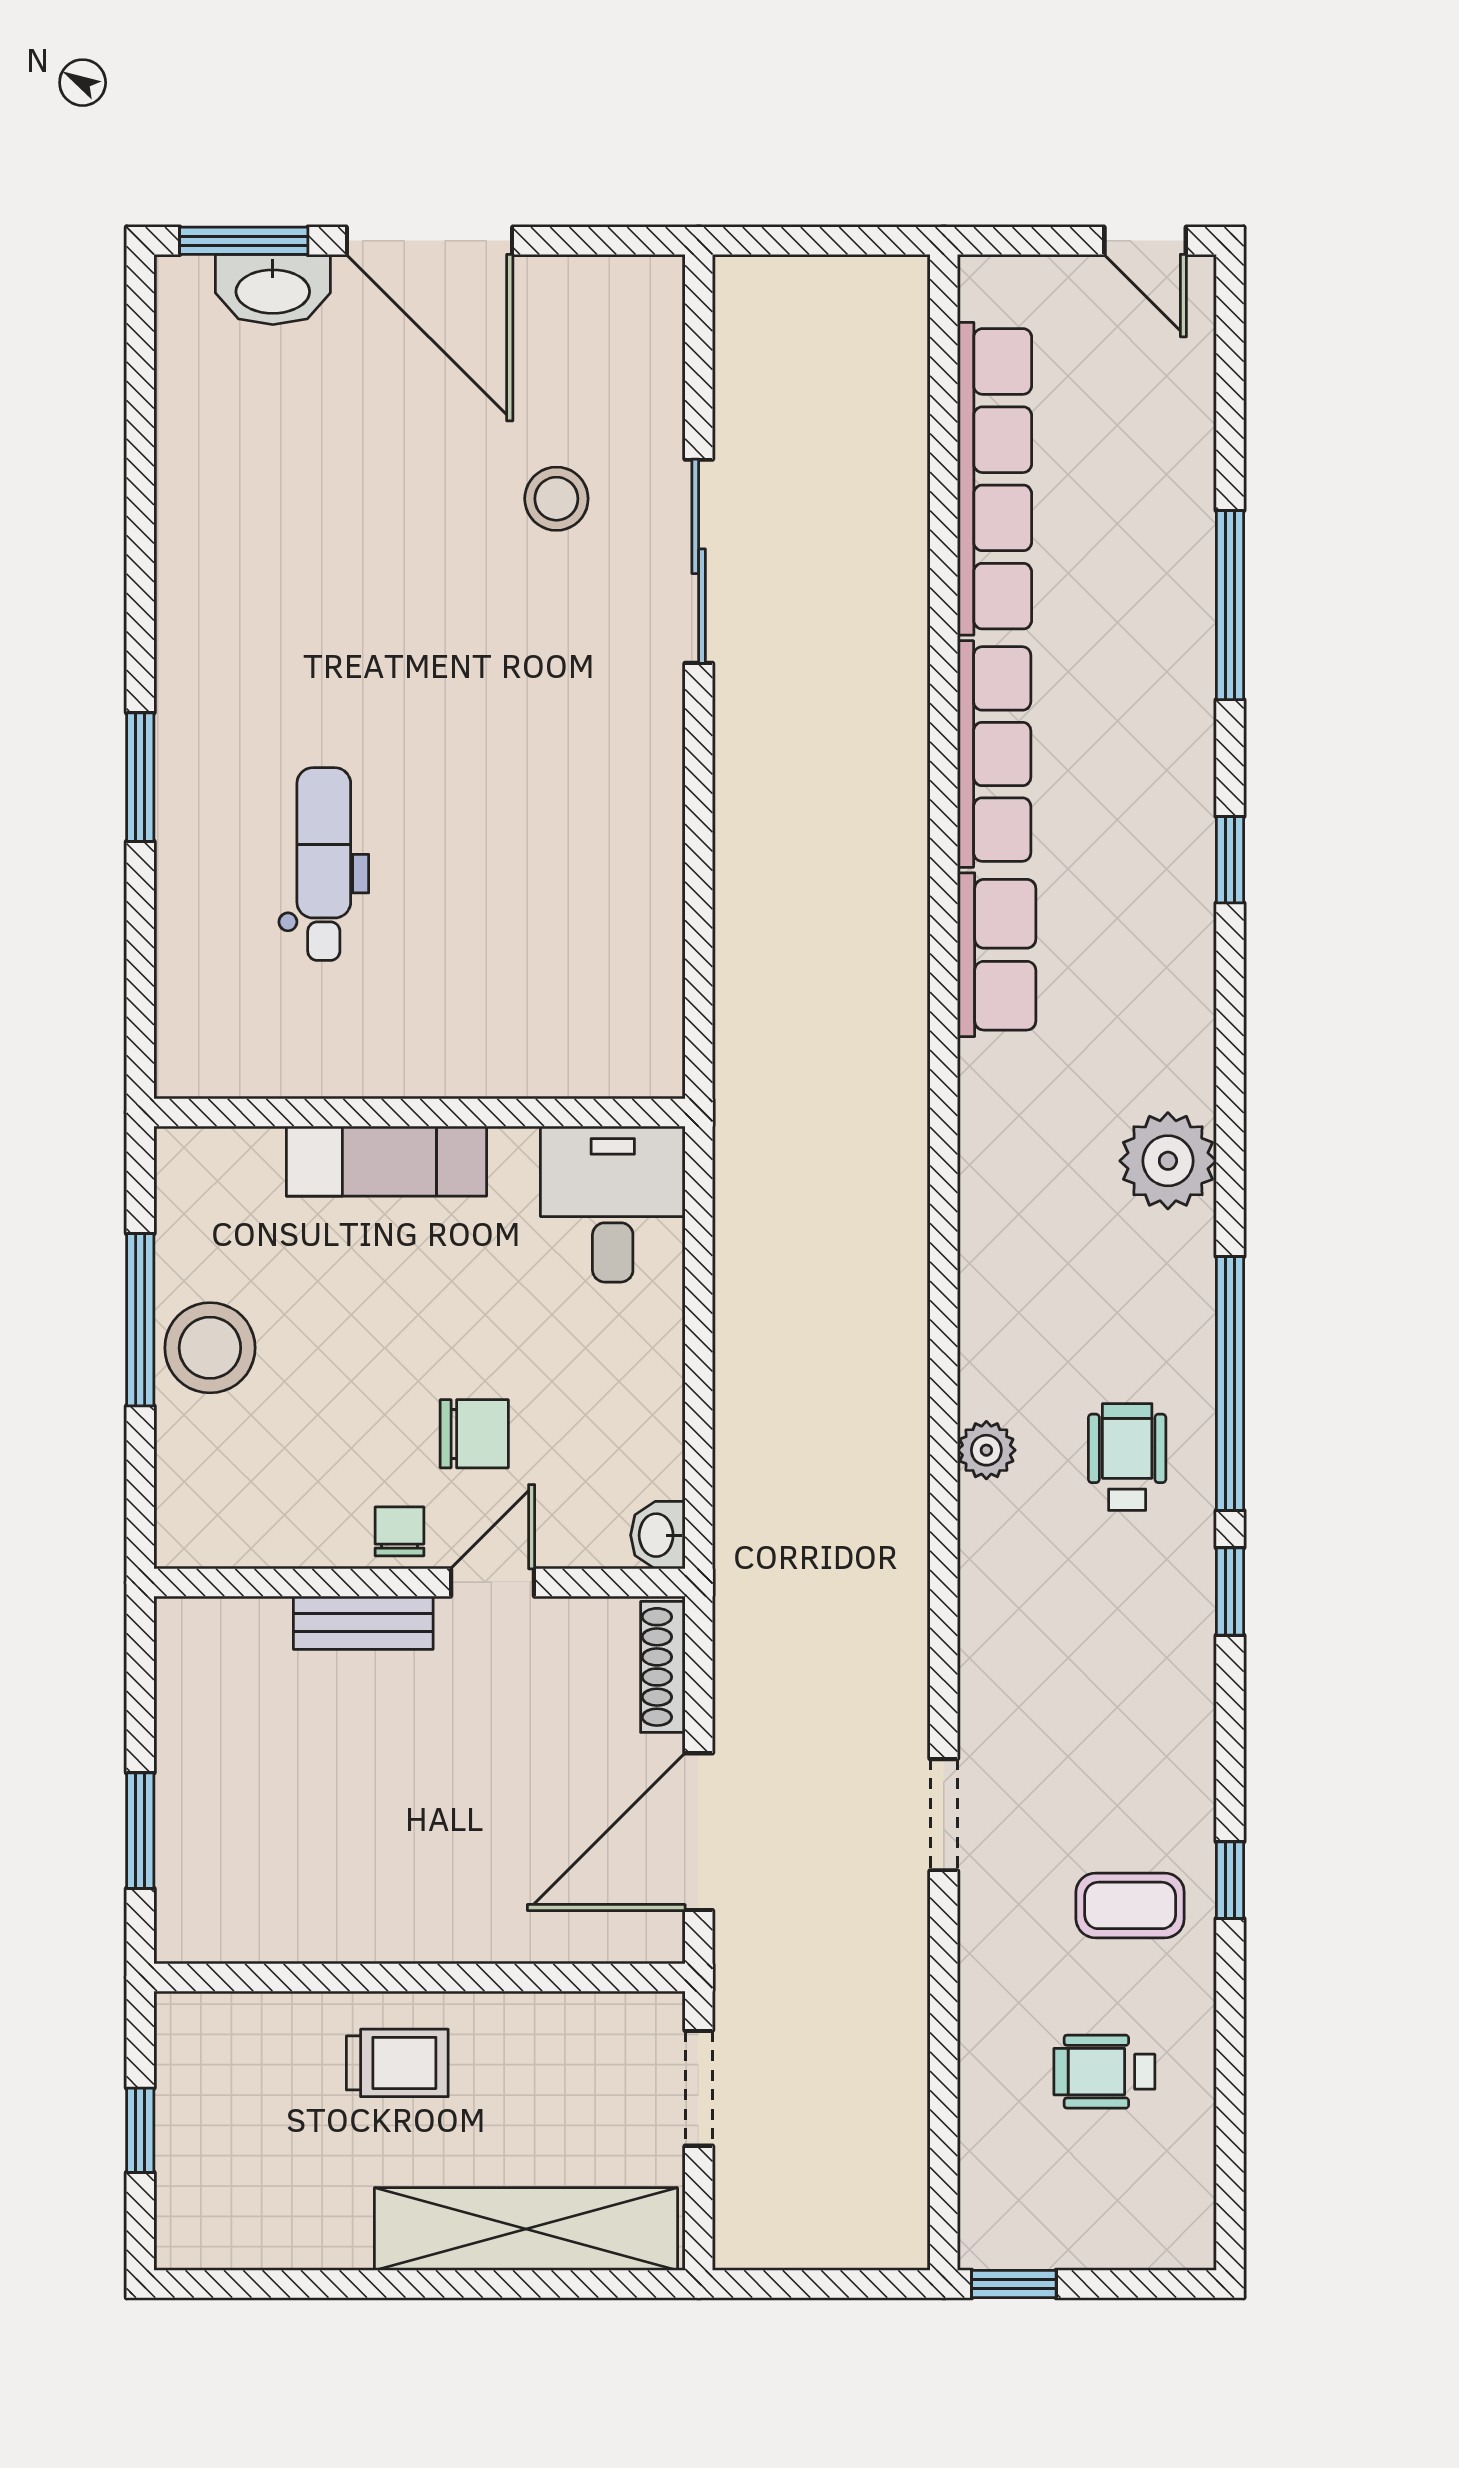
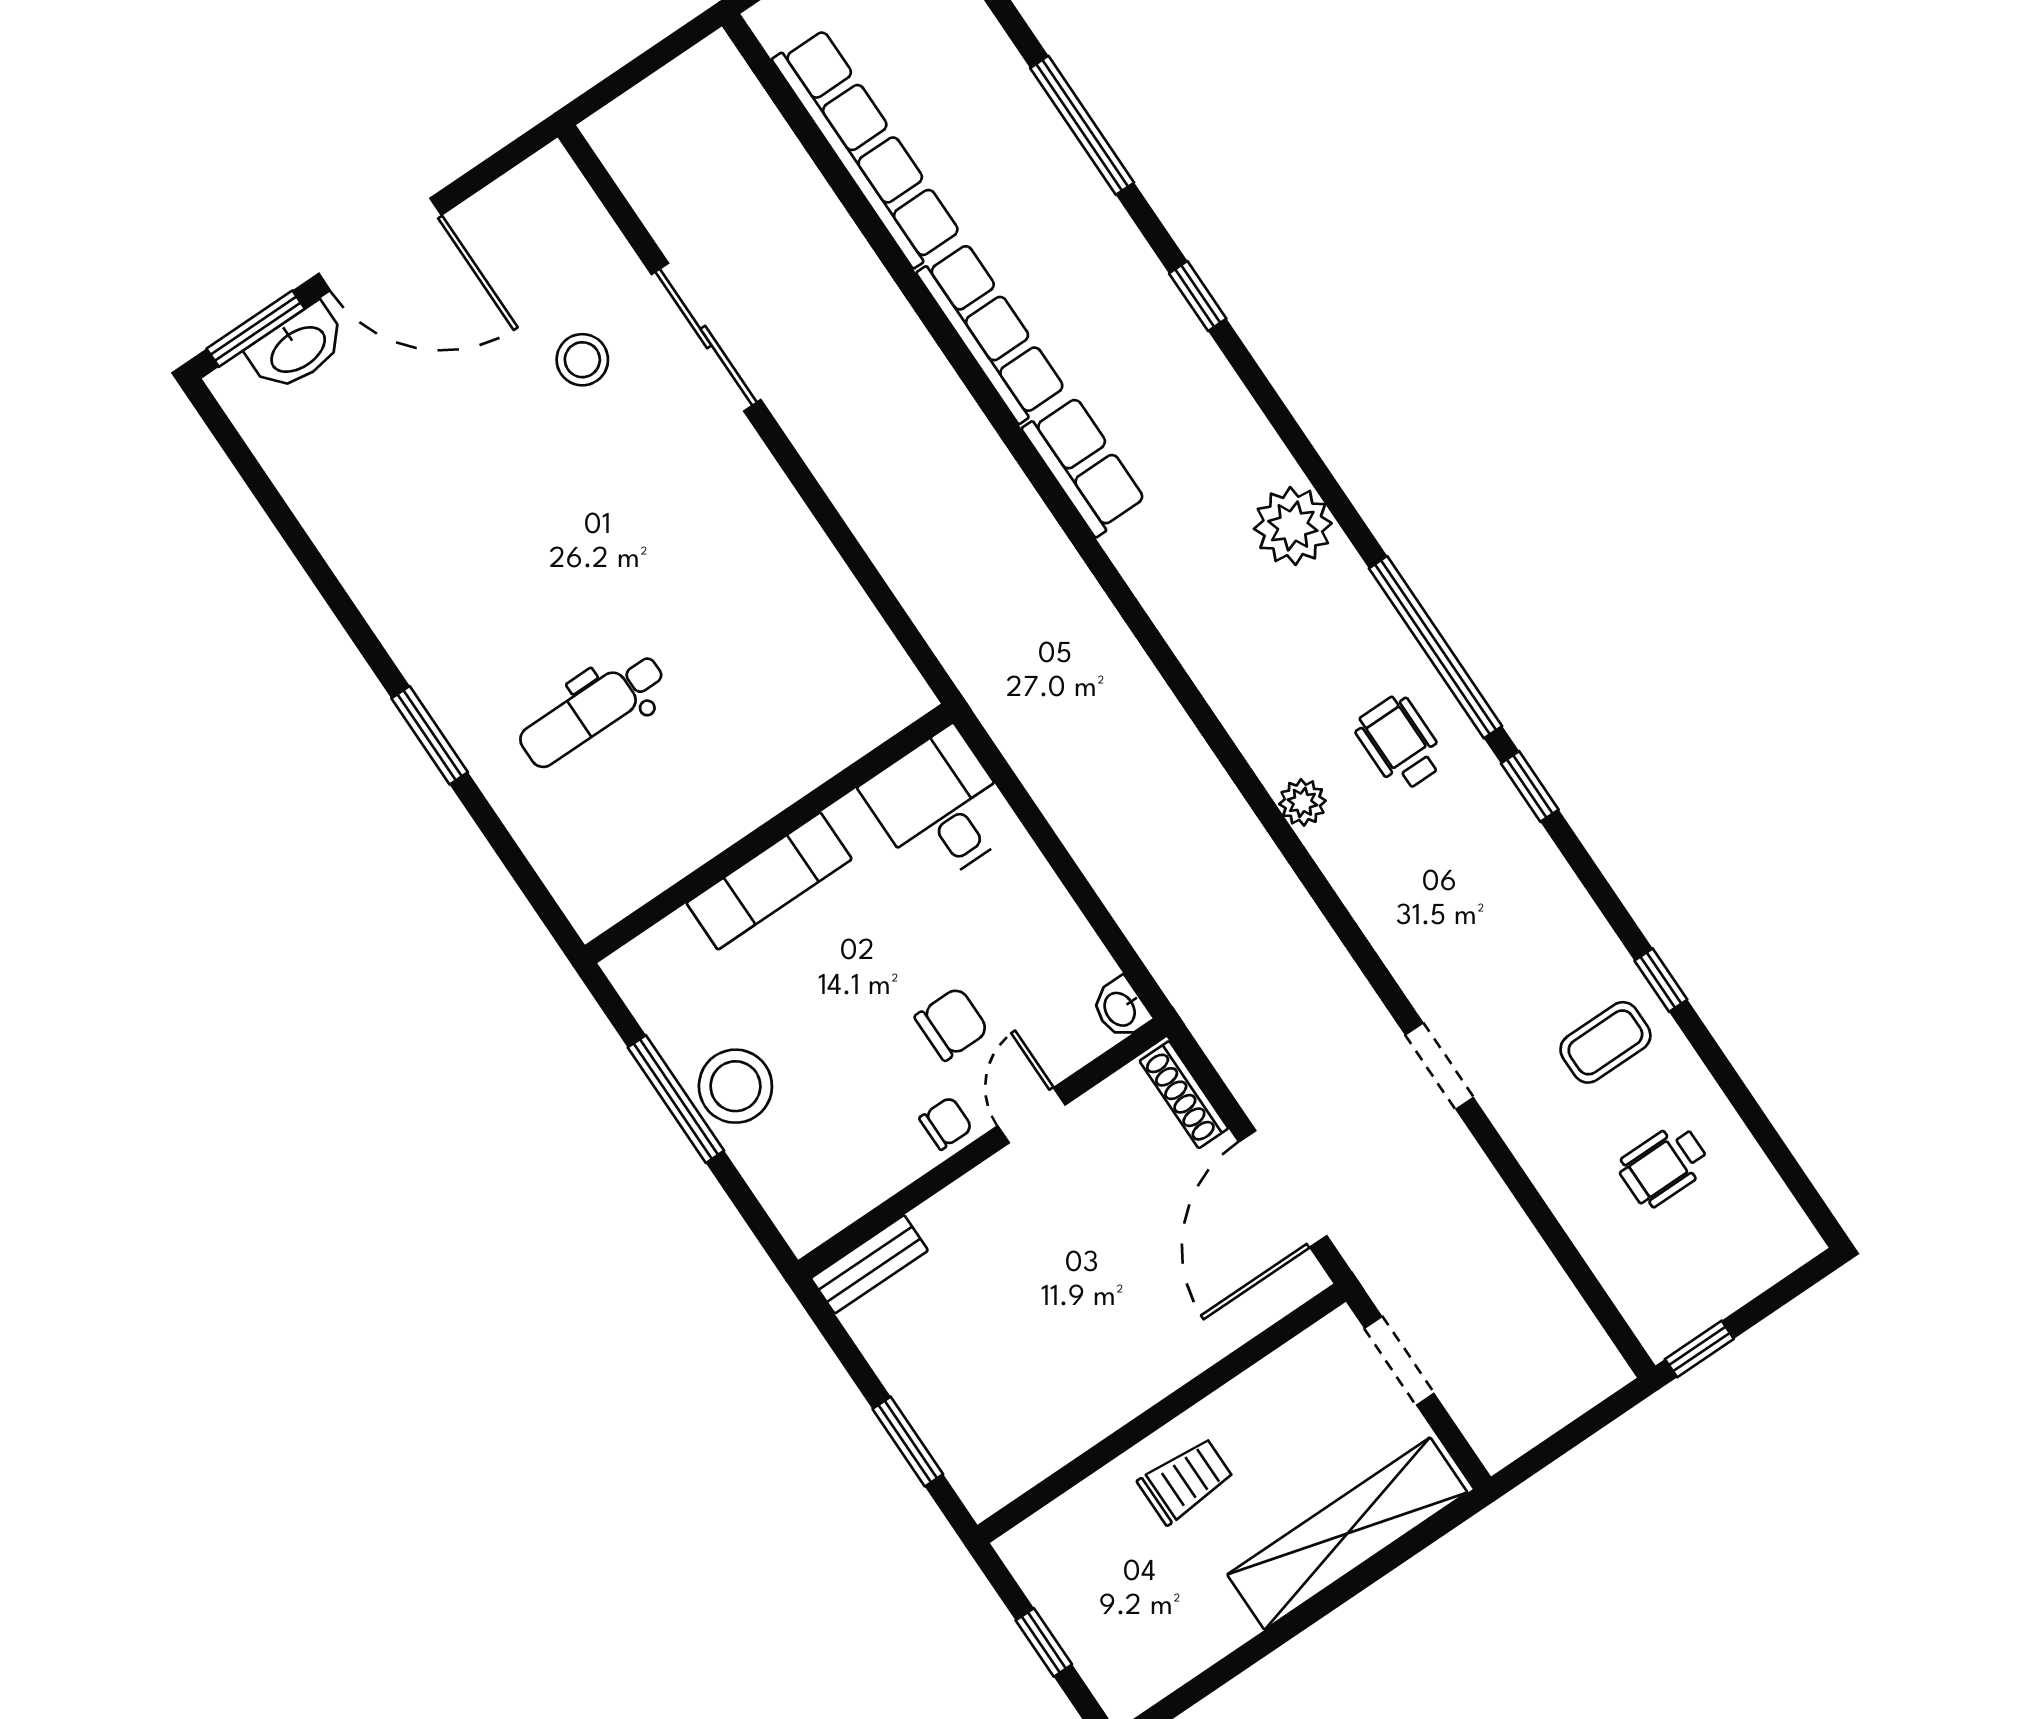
dental chair: (324, 864) -> (592, 710), turned -90
chair: (400, 1531) -> (946, 1123), turned 90
bench: (363, 1623) -> (869, 1264), moved

